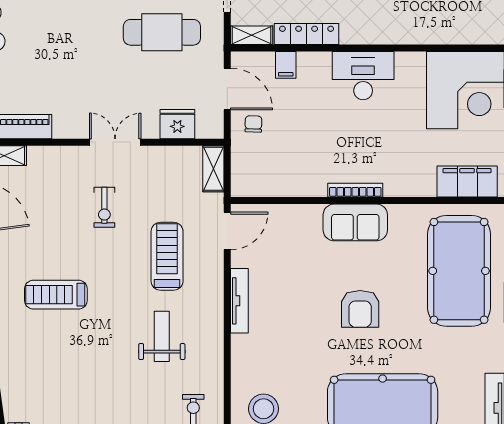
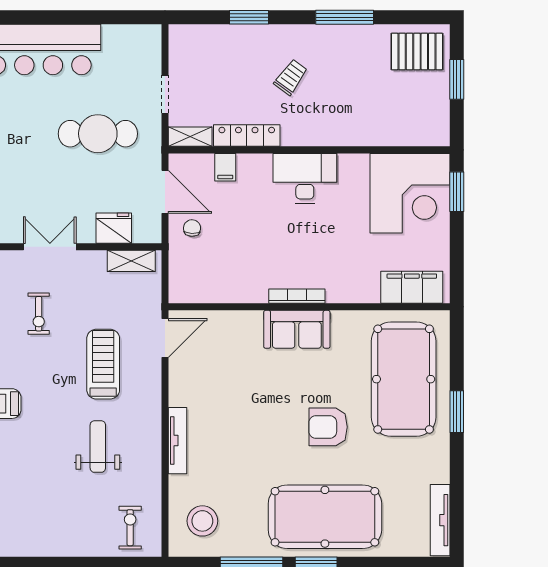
shelving: (213, 169) -> (131, 261), moved, turned 90
tv unit: (239, 301) -> (178, 441), moved
armchair: (360, 309) -> (328, 427), moved, turned 90

